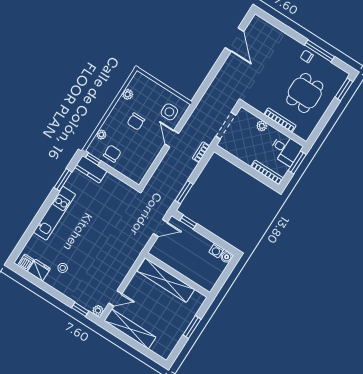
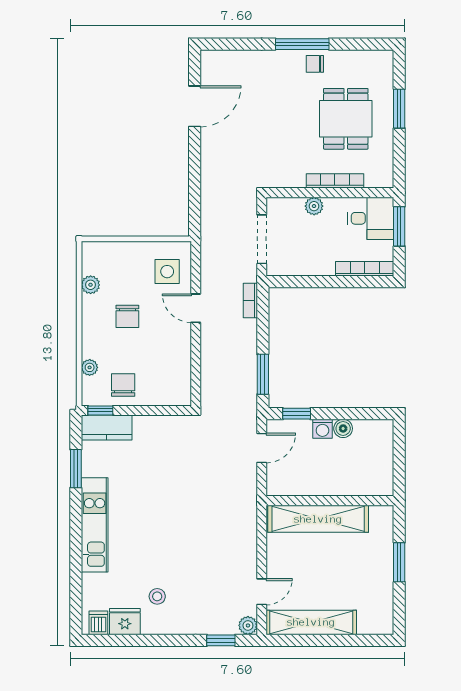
door: (235, 40) -> (195, 106), hinge flipped
window: (319, 51) -> (302, 44), moved
window: (344, 89) -> (399, 109), moved
washing machine: (216, 251) -> (322, 429), moved
boiler: (227, 257) -> (343, 428), moved

